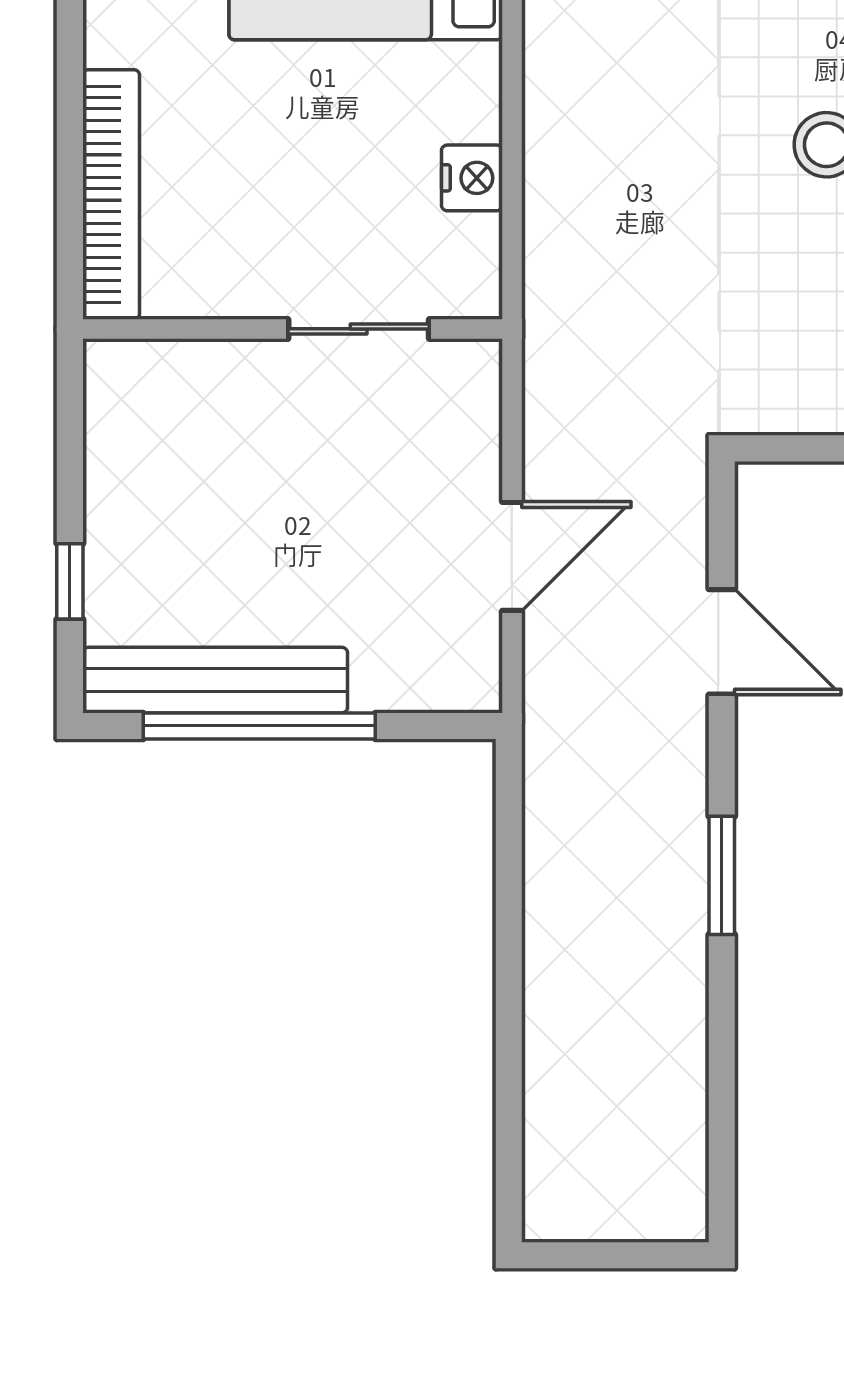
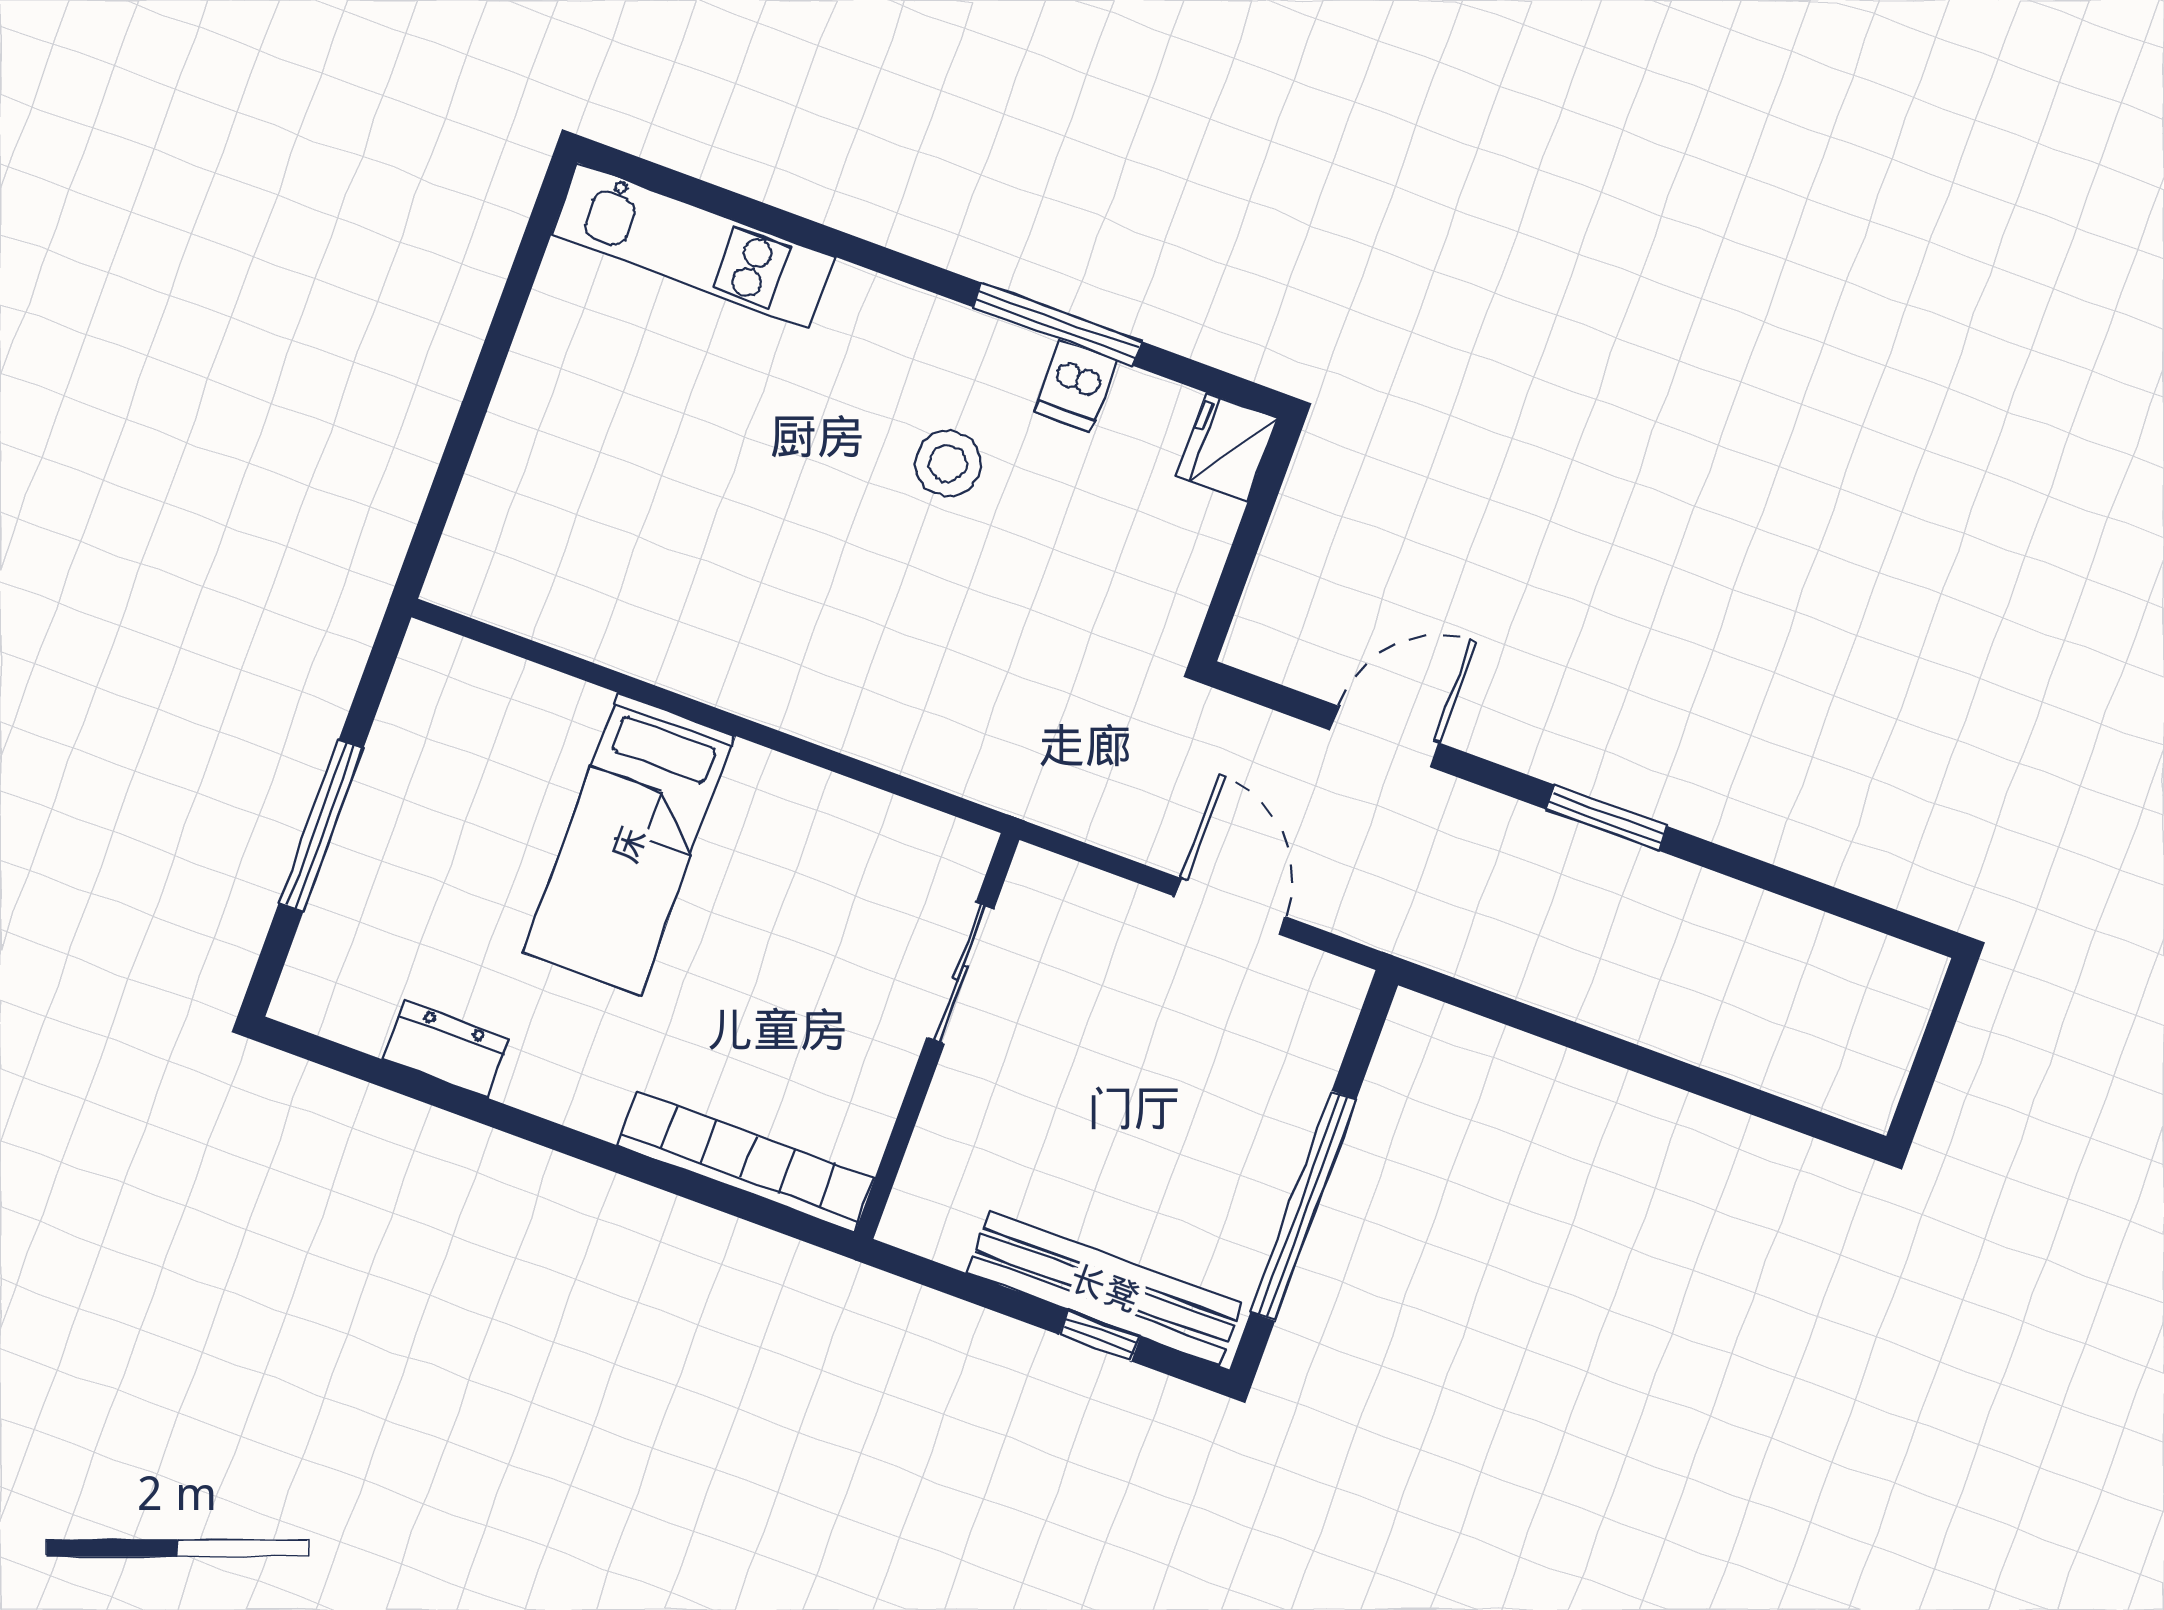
nightstand: (472, 178) -> (856, 813), removed
bench: (215, 680) -> (1105, 1288), moved, turned 90

